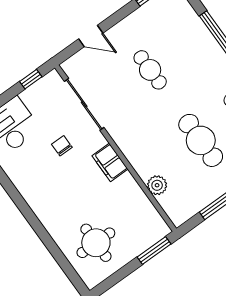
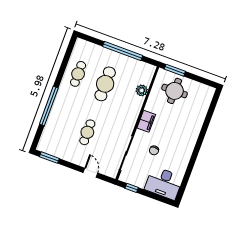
round table: (96, 243) -> (175, 91), moved

